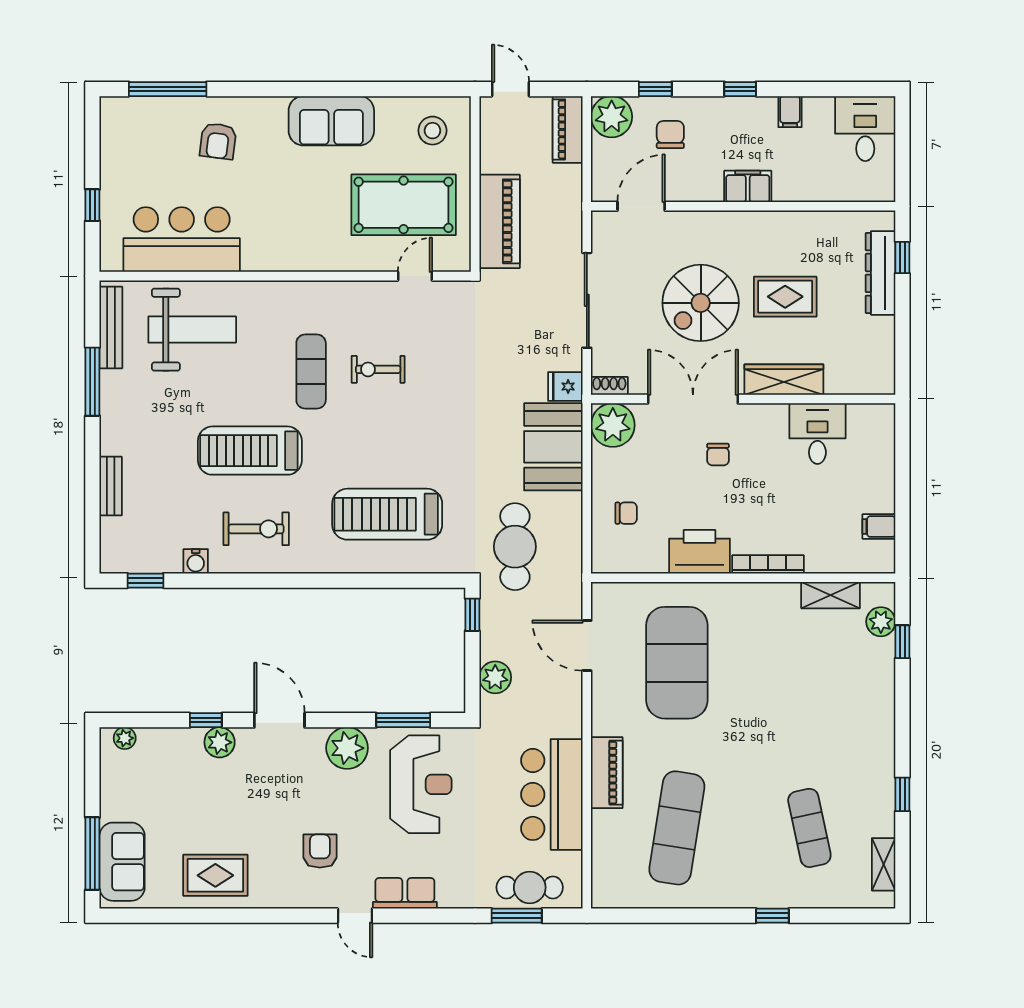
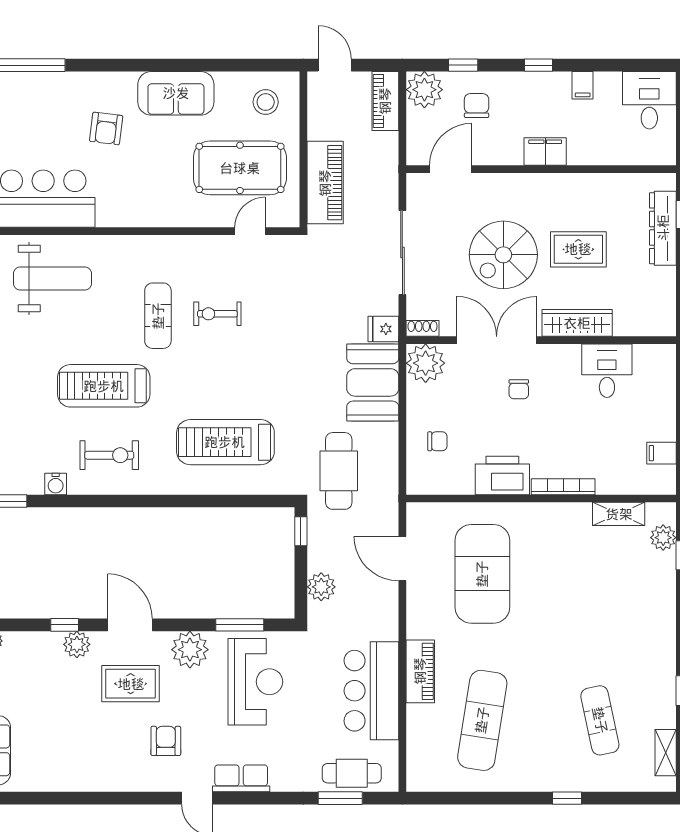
armchair: (218, 141) -> (106, 128), moved
rug: (215, 875) -> (131, 684), moved

